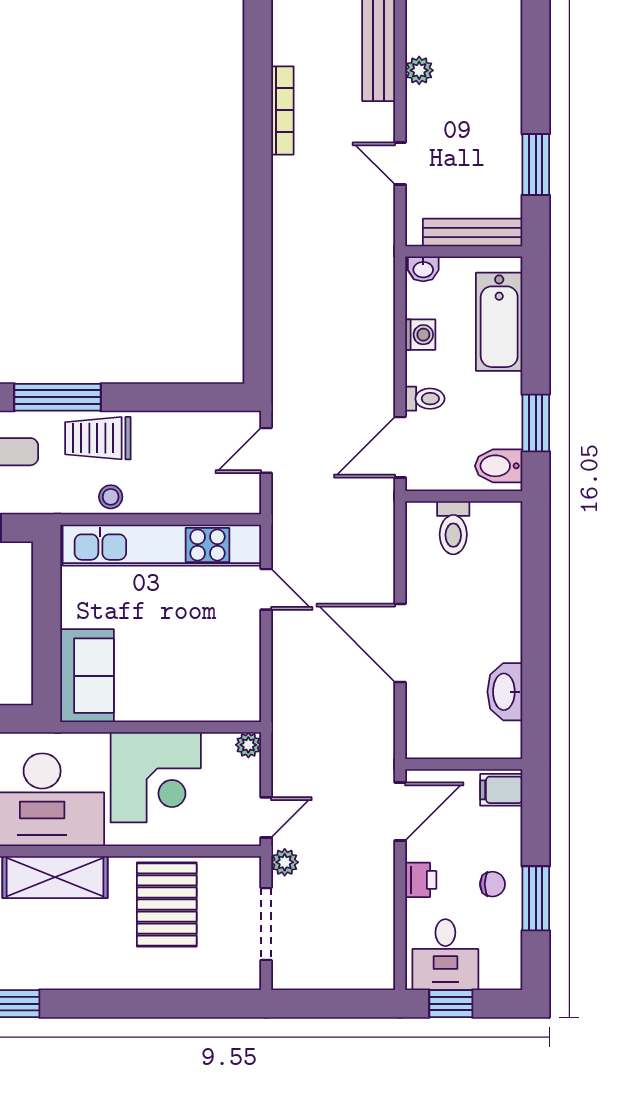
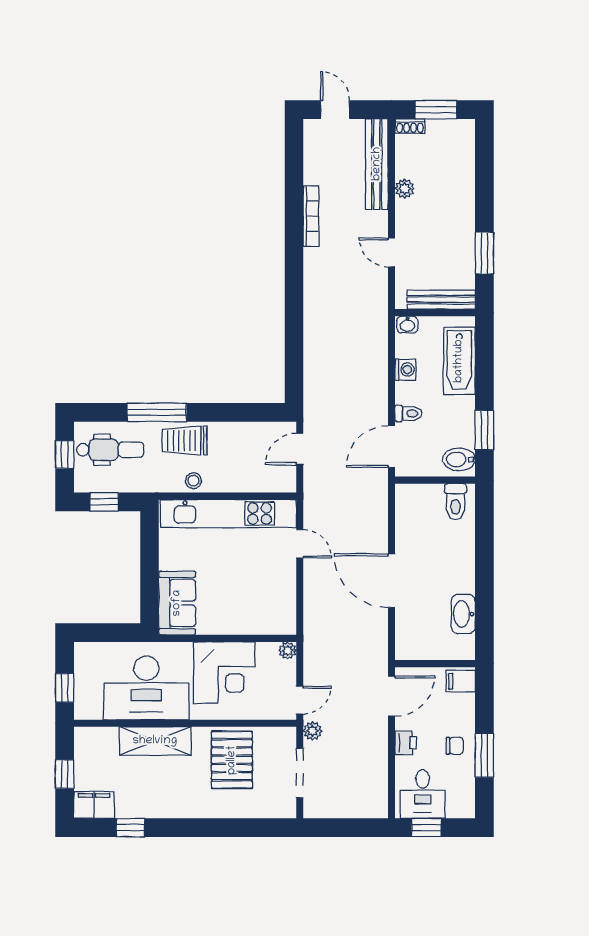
toilet: (453, 528) -> (455, 502), moved

